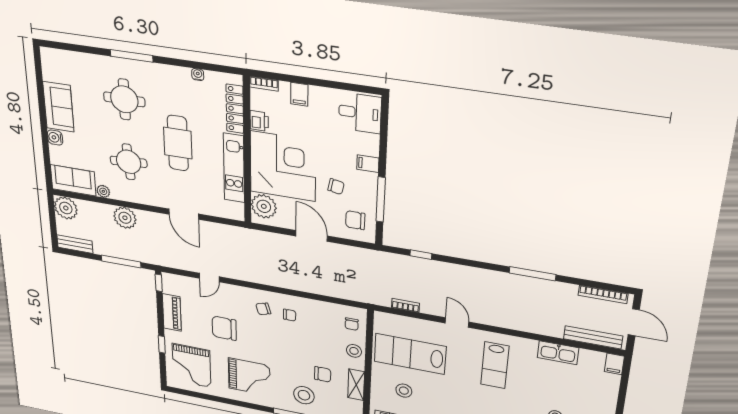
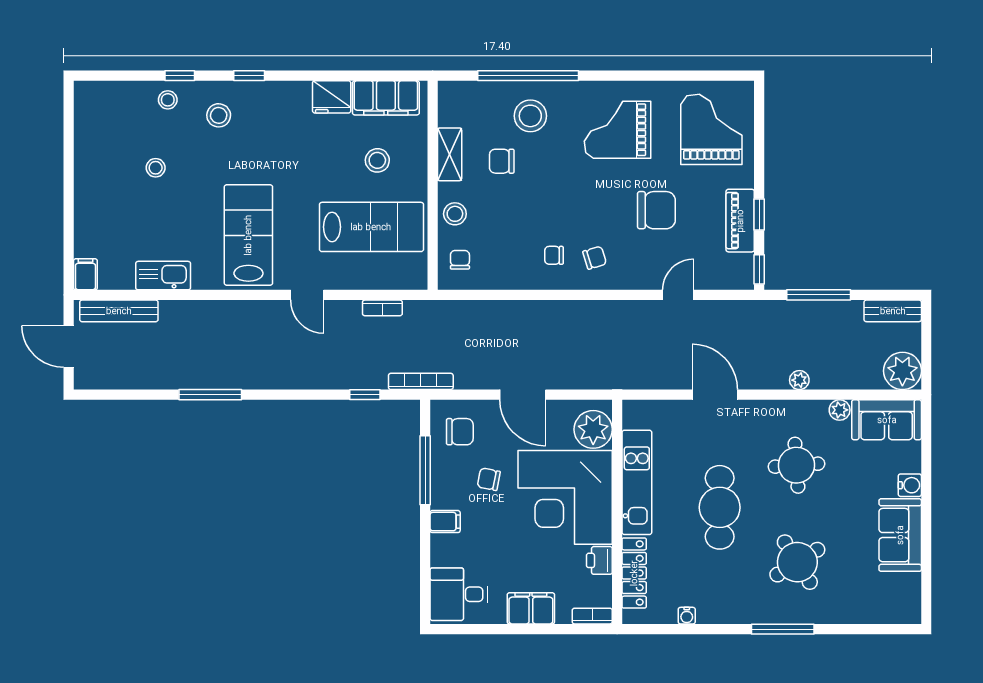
filing cabinet: (299, 94) -> (531, 608), width x2.00
round table: (124, 99) -> (797, 562), turned -32
plant: (125, 218) -> (799, 380), width x0.53, depth x0.53
bookcase: (603, 294) -> (421, 381), moved
window: (162, 344) -> (759, 214), moved
lab bench: (495, 365) -> (248, 235), width x1.36, depth x1.39

